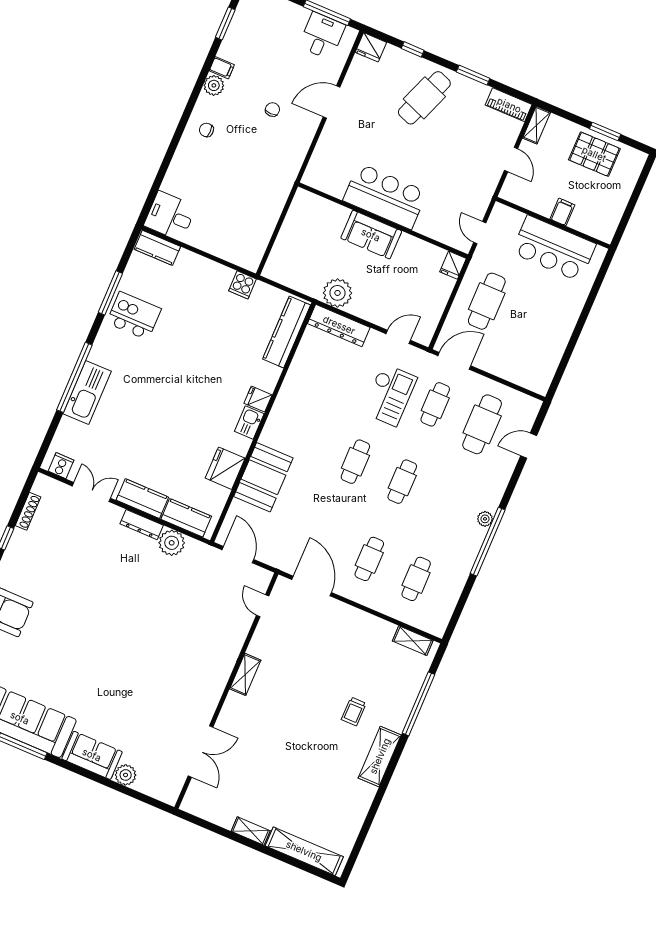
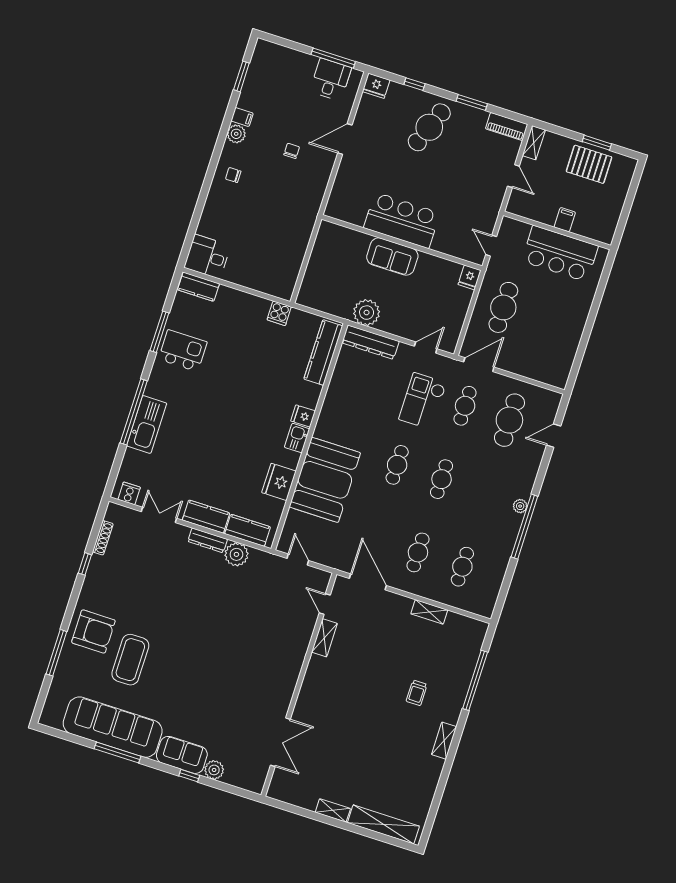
checkout: (390, 395) -> (423, 401), turned 180
booth: (263, 477) -> (325, 480), width x1.36, depth x1.42
door: (238, 555) -> (298, 560), width x0.73
shelving: (413, 641) -> (429, 612), moved
coffee table: (46, 647) -> (130, 660), added
shelving: (245, 674) -> (324, 638), moved
shelving: (380, 756) -> (444, 741), width x0.67, depth x0.75
window: (98, 779) -> (189, 776), added

